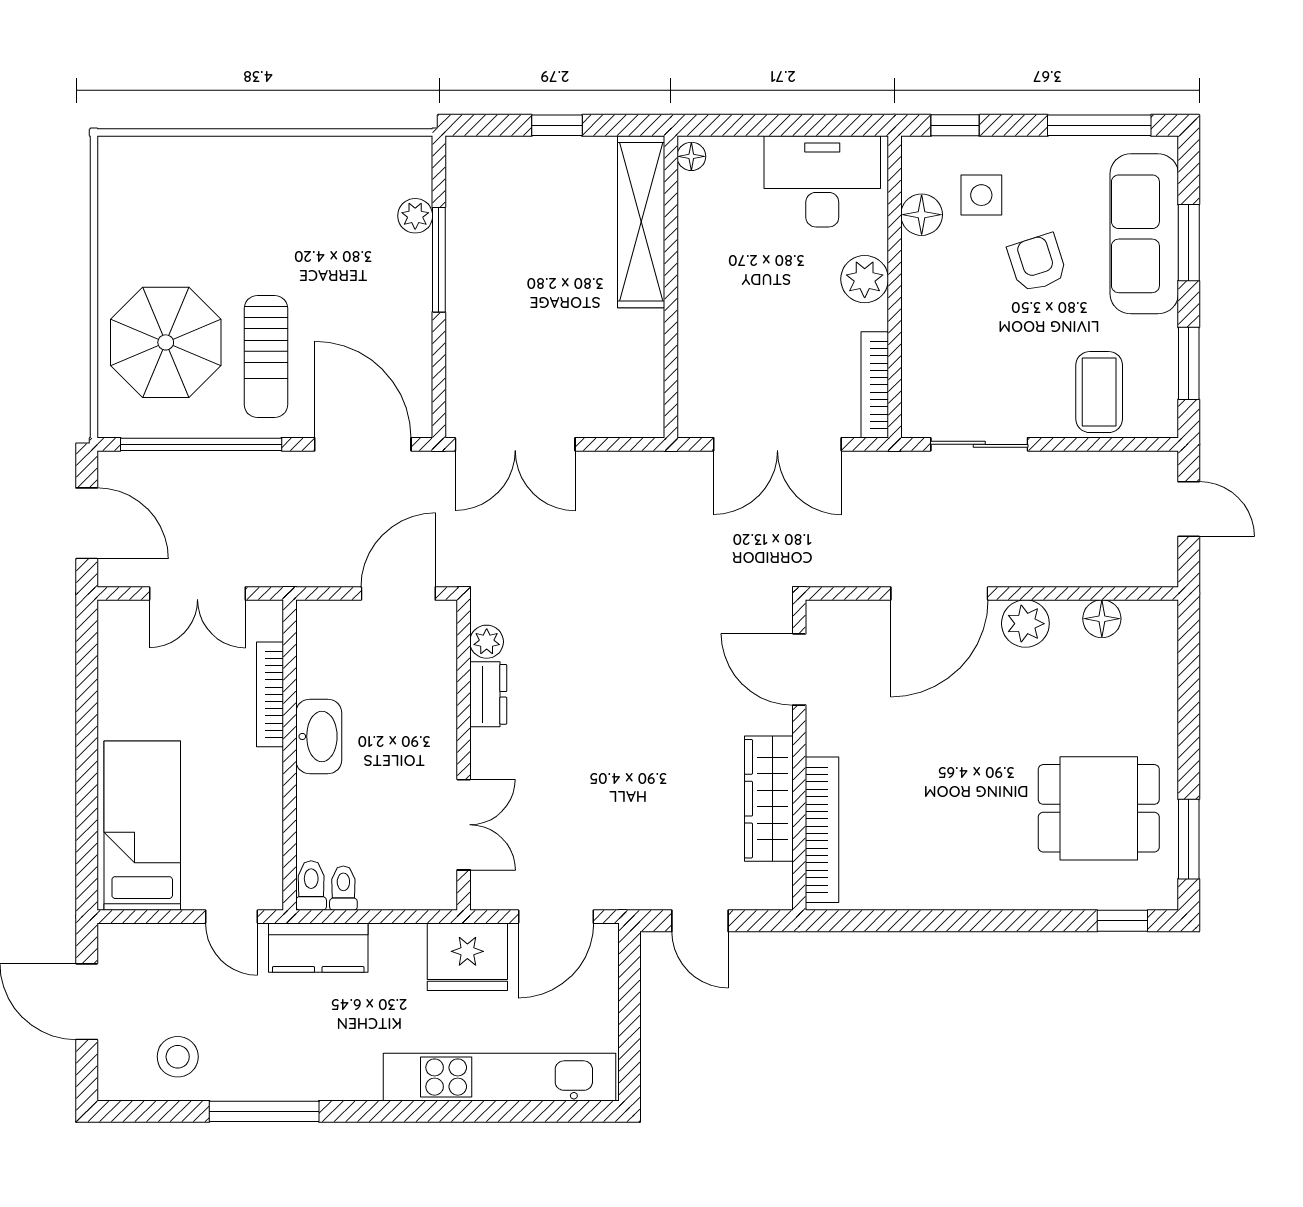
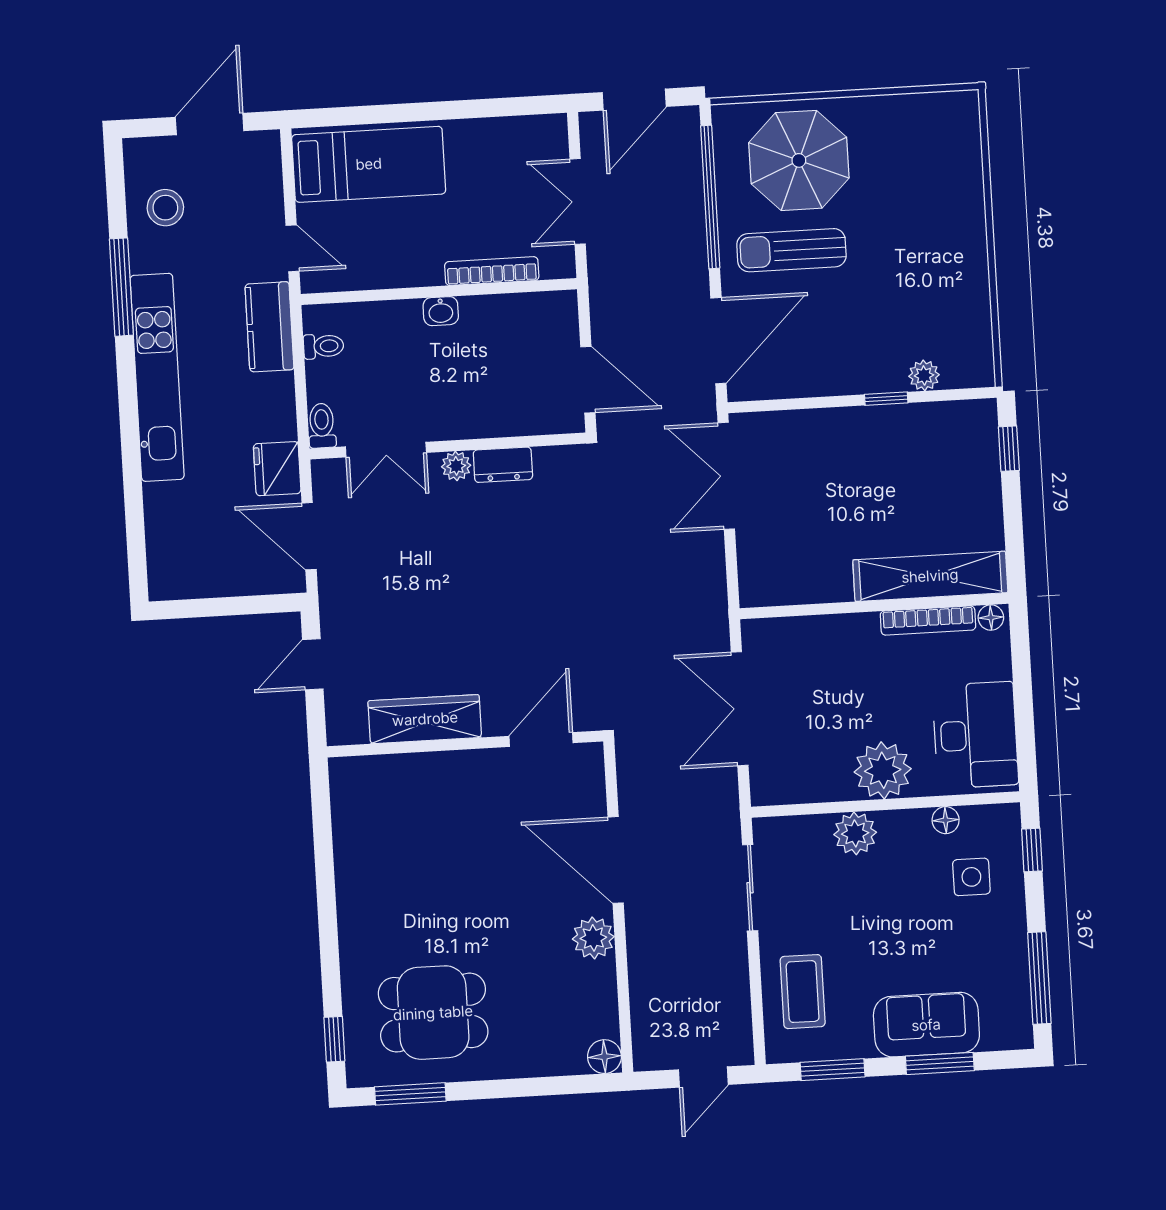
window: (557, 125) -> (1009, 449), moved
floor lamp: (922, 215) -> (946, 820), width x0.73, depth x0.73
sofa: (1144, 234) -> (926, 1025), width x0.73
window: (439, 260) -> (886, 399), width x0.46
armchair: (1037, 263) -> (914, 930), removed
plant: (865, 279) -> (883, 770), width x1.36, depth x1.36
plant: (925, 323) -> (855, 833), added
bookcase: (875, 385) -> (928, 621), moved, turned 180
coffee table: (1099, 392) -> (803, 992), turned 90
floor lamp: (1102, 619) -> (604, 1057), moved
plant: (487, 642) -> (456, 466), moved
washbasin: (319, 736) -> (441, 311), width x0.52, depth x0.69
dining table: (1099, 808) -> (433, 1013), turned 90
bookcase: (822, 830) -> (400, 768), removed
toilet: (311, 886) -> (322, 426), moved, turned -90
door: (232, 917) -> (292, 248), swing flipped
fridge: (467, 957) -> (277, 469), width x0.73, depth x0.75
kitchen unit: (500, 1077) -> (157, 377), moved

